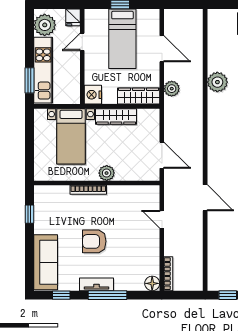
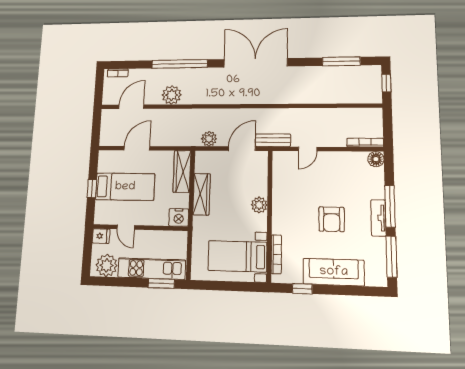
plant: (172, 89) -> (209, 139), moved
bed with nightstands: (71, 136) -> (237, 256), moved, turned 180
bench: (170, 186) -> (273, 140), added
bookcase: (88, 190) -> (276, 254), moved
door: (205, 198) -> (131, 107), moved
sofa: (46, 262) -> (334, 272), moved
window: (61, 295) -> (391, 257), width x2.17

